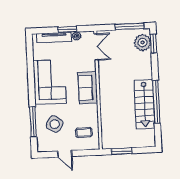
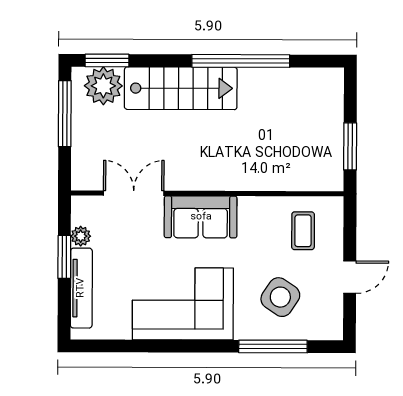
double door: (96, 47) -> (134, 193), moved
stairs: (144, 104) -> (181, 88), moved

